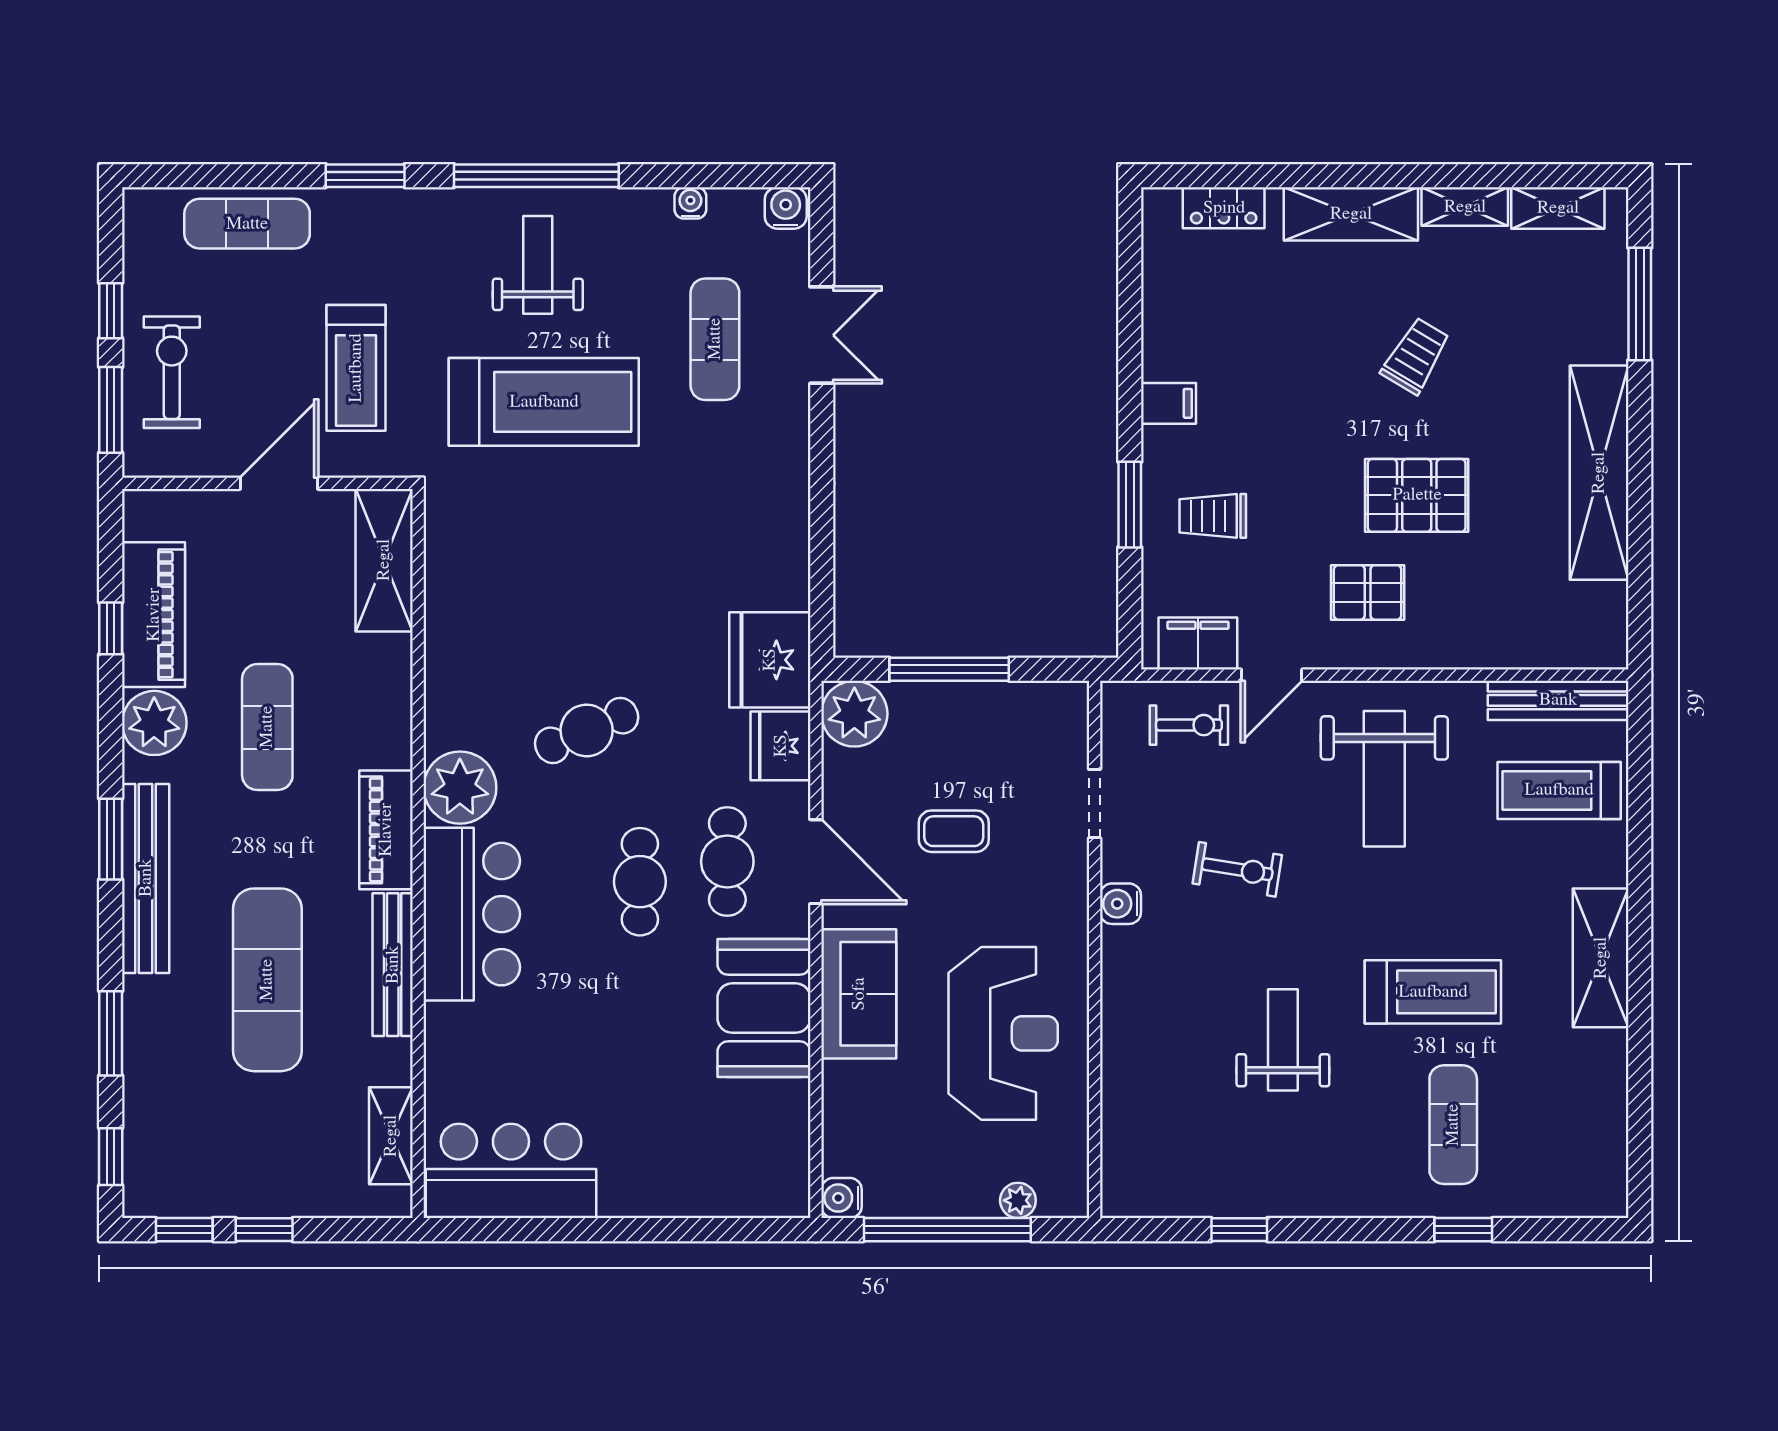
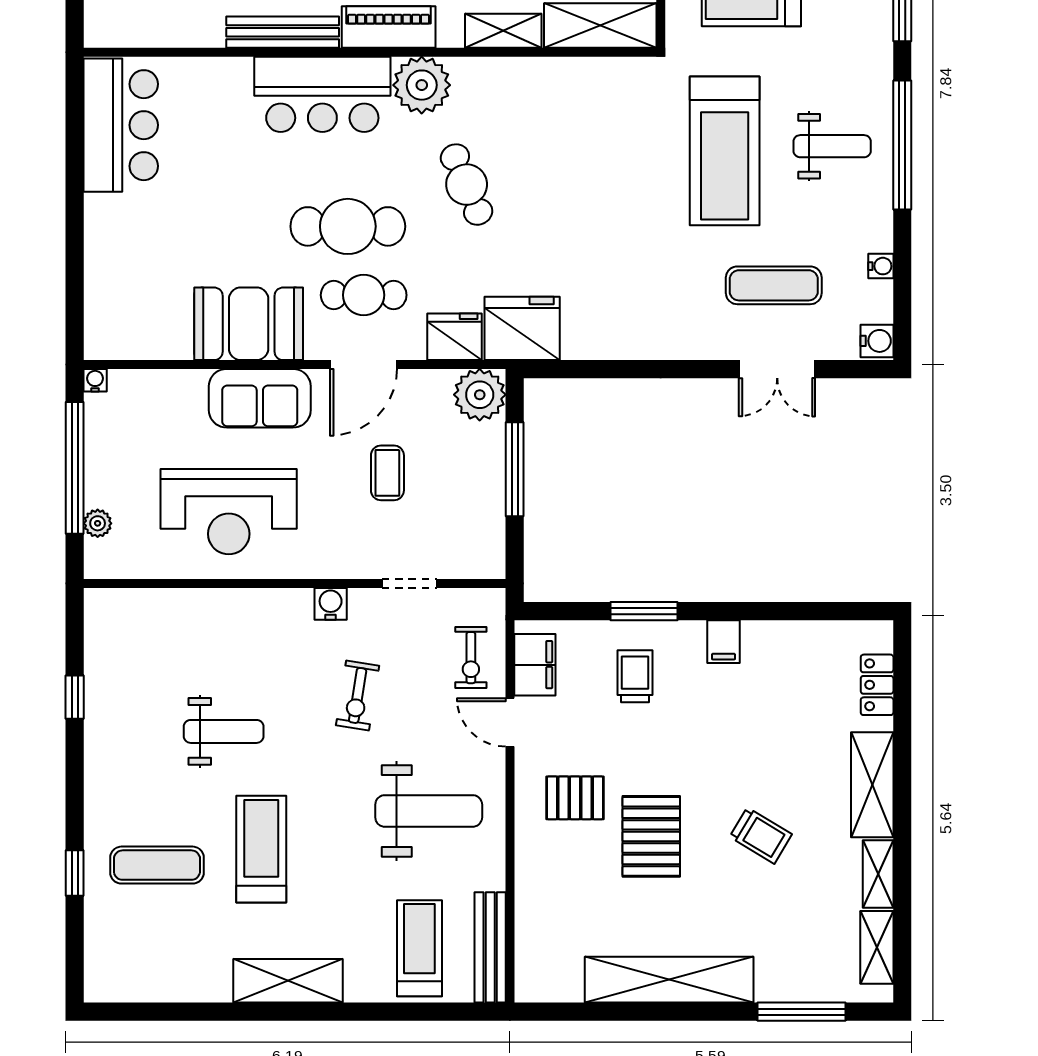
pallet: (1368, 592) -> (575, 798), turned 90
weight bench: (1384, 779) -> (429, 811), turned 180
cafe table: (640, 882) -> (348, 226), width x1.37, depth x1.35
treadmill: (1433, 992) -> (261, 849), turned 180
shelving: (391, 1136) -> (503, 31), moved
water cooler: (841, 1198) -> (95, 380), width x0.72, depth x0.72

